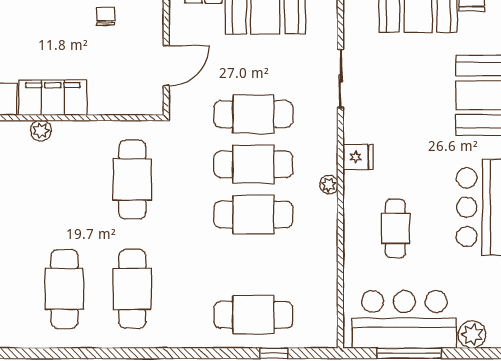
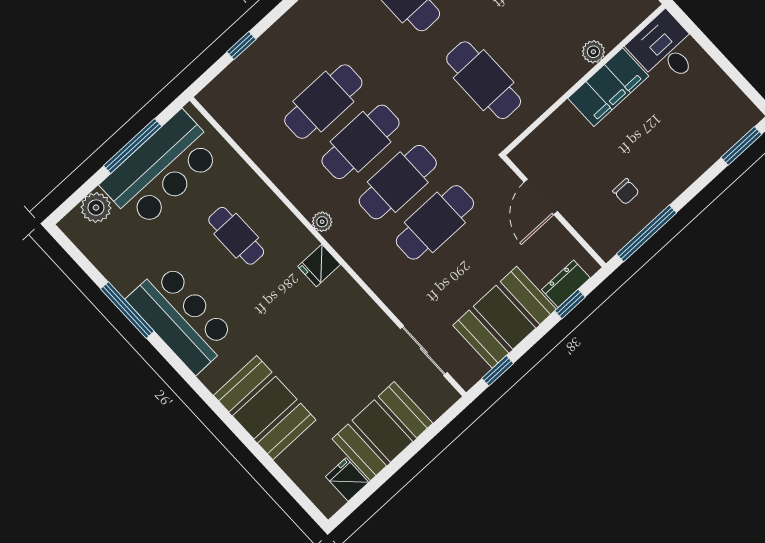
sliding door: (340, 79) -> (424, 351), moved
cafe table: (253, 315) -> (323, 102), moved

